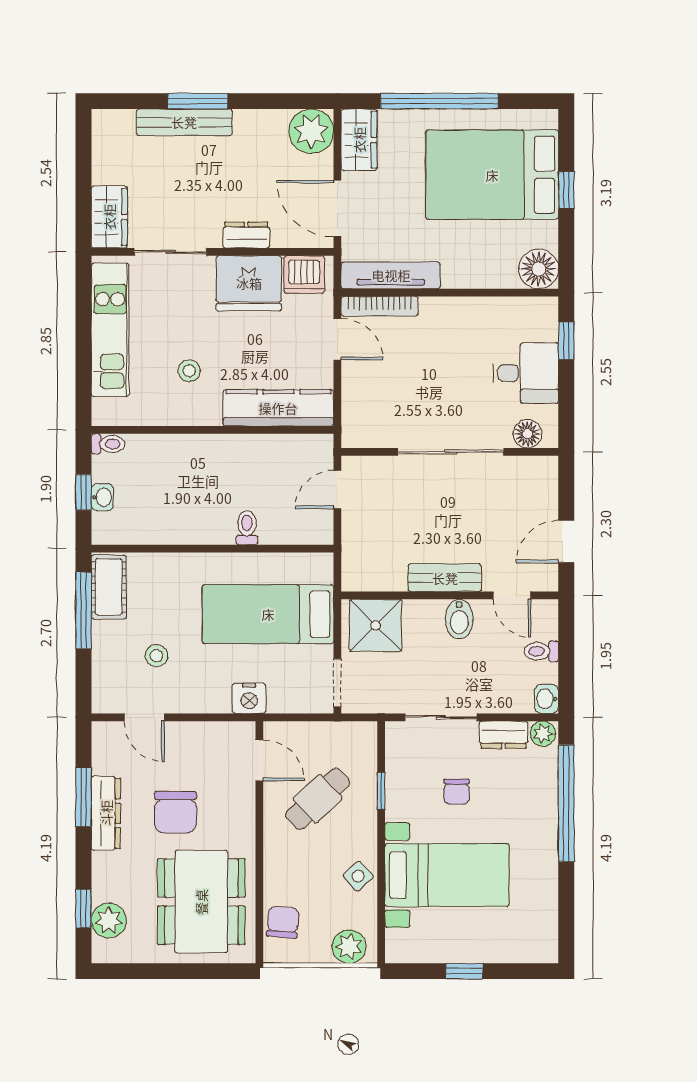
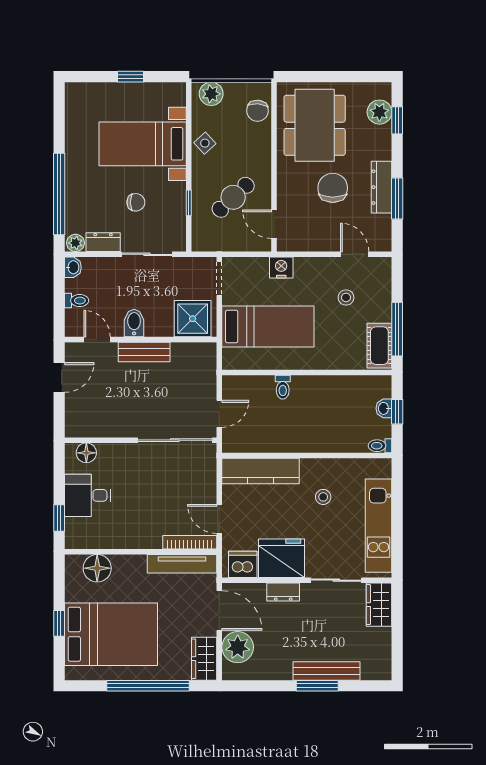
plant: (311, 131) -> (238, 647), moved
floor lamp: (539, 269) -> (97, 568), moved
sliding door: (451, 452) -> (175, 440), moved
chair: (457, 792) -> (136, 202), turned 90

